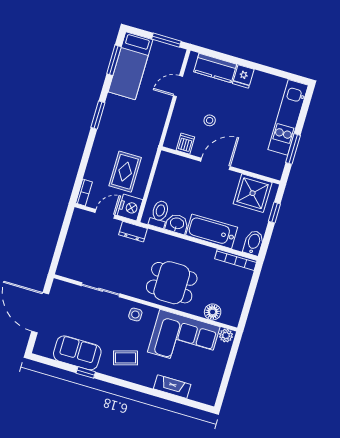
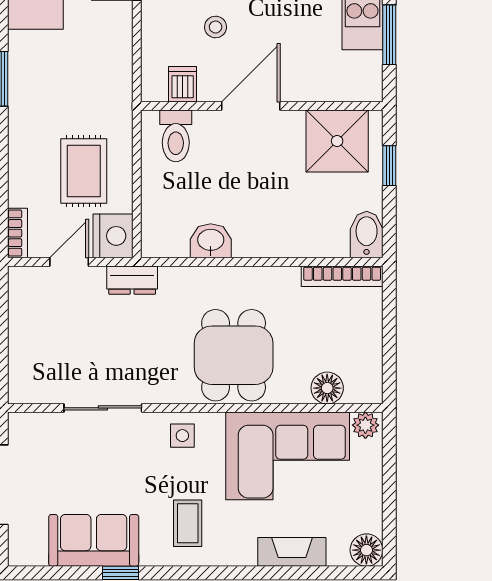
toilet: (159, 214) -> (176, 136), moved, turned 180
bathtub: (212, 231) -> (281, 236), removed
dining table: (172, 283) -> (234, 355), turned 90
coffee table: (125, 358) -> (188, 523), turned -74
floor lamp: (209, 396) -> (366, 550), added

